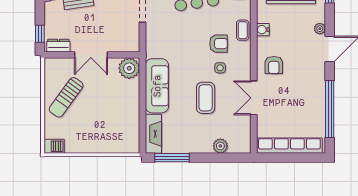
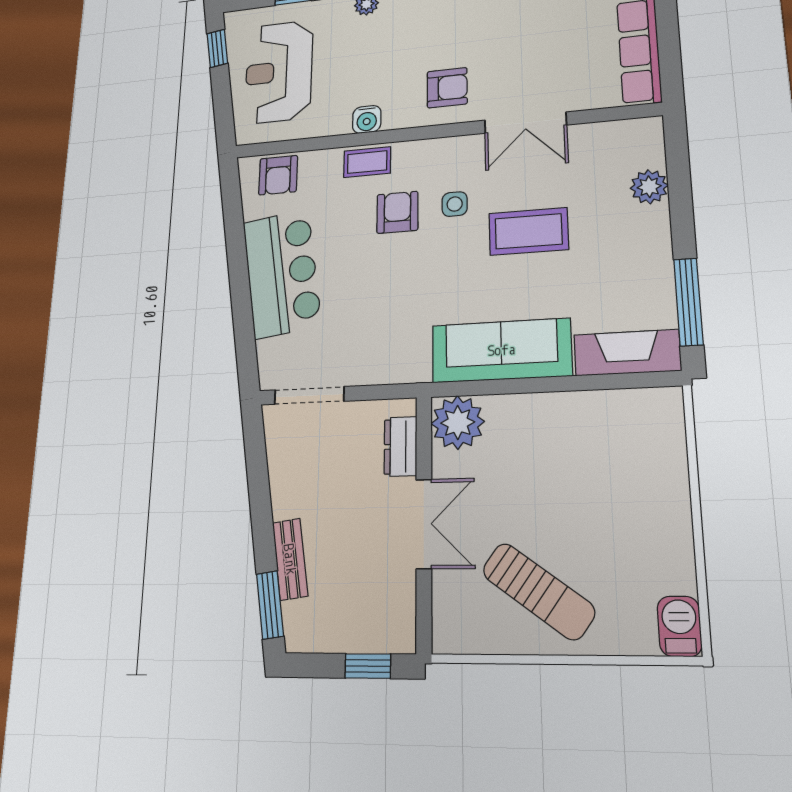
dresser: (58, 46) -> (401, 446), moved

